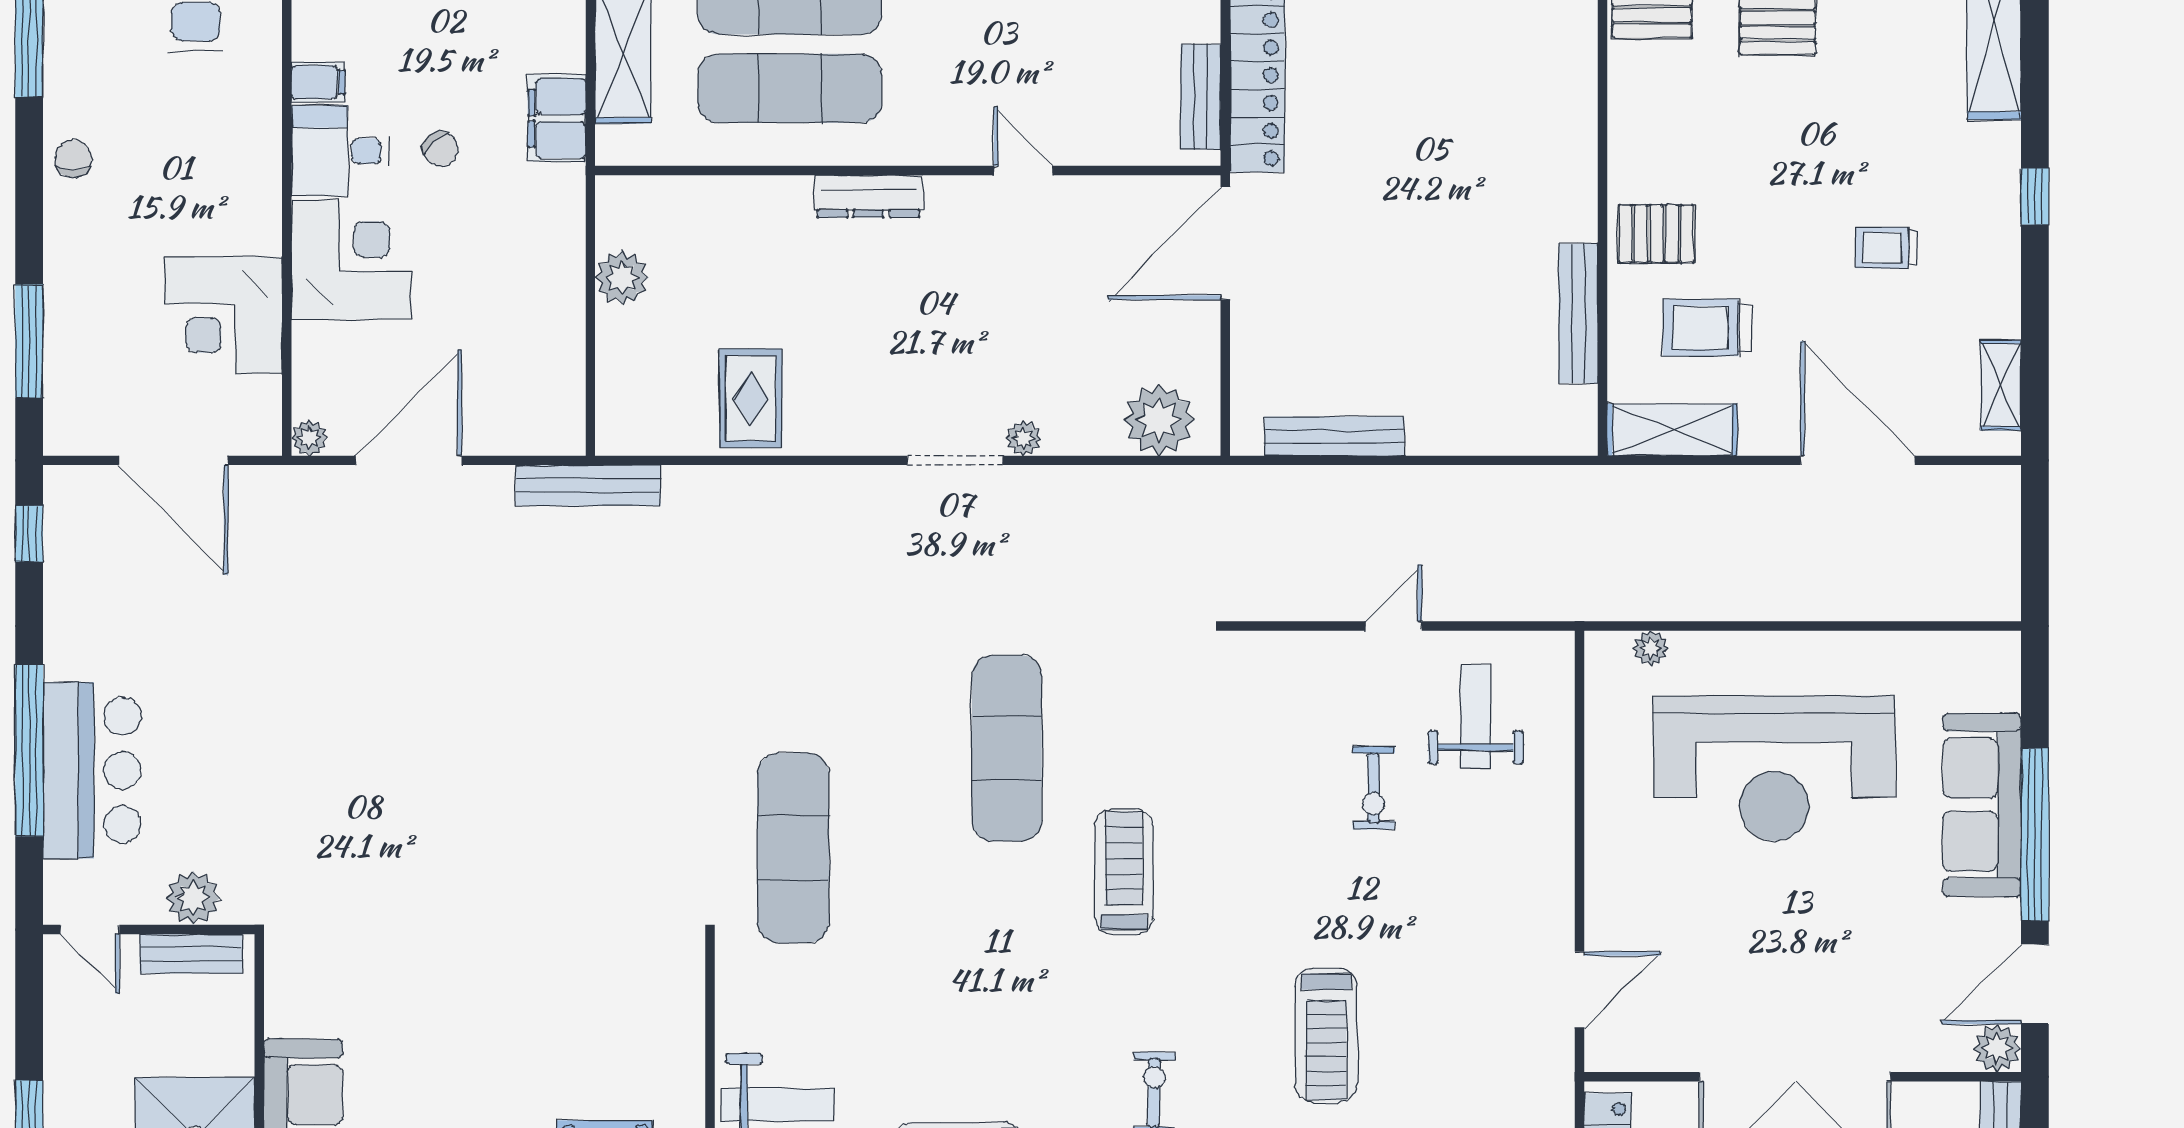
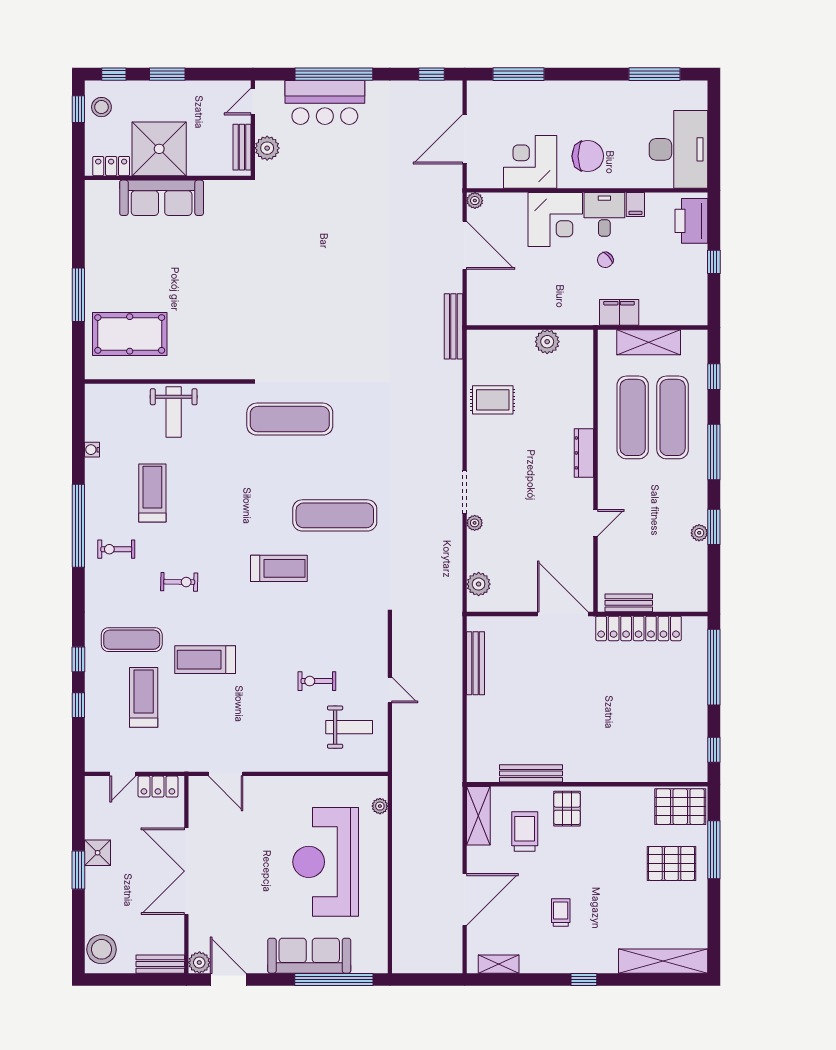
chair: (73, 159) -> (588, 156), moved, width x1.87, depth x1.87
plant: (1159, 420) -> (479, 584), width x0.73, depth x0.73
window: (2035, 835) -> (334, 979), moved

